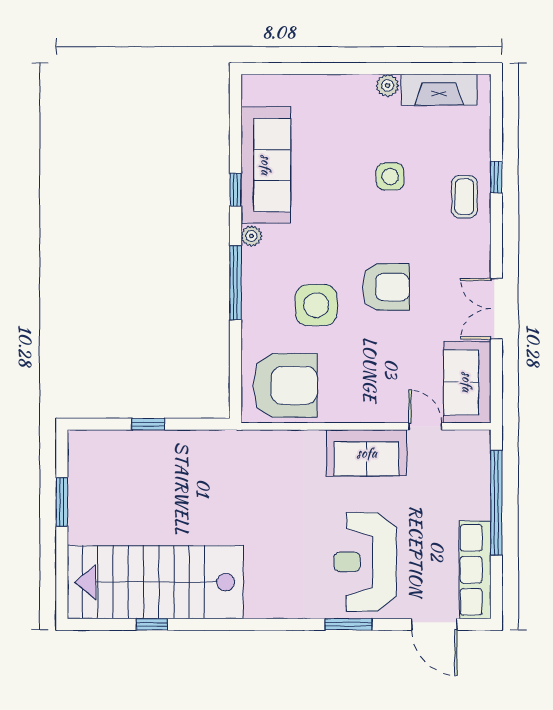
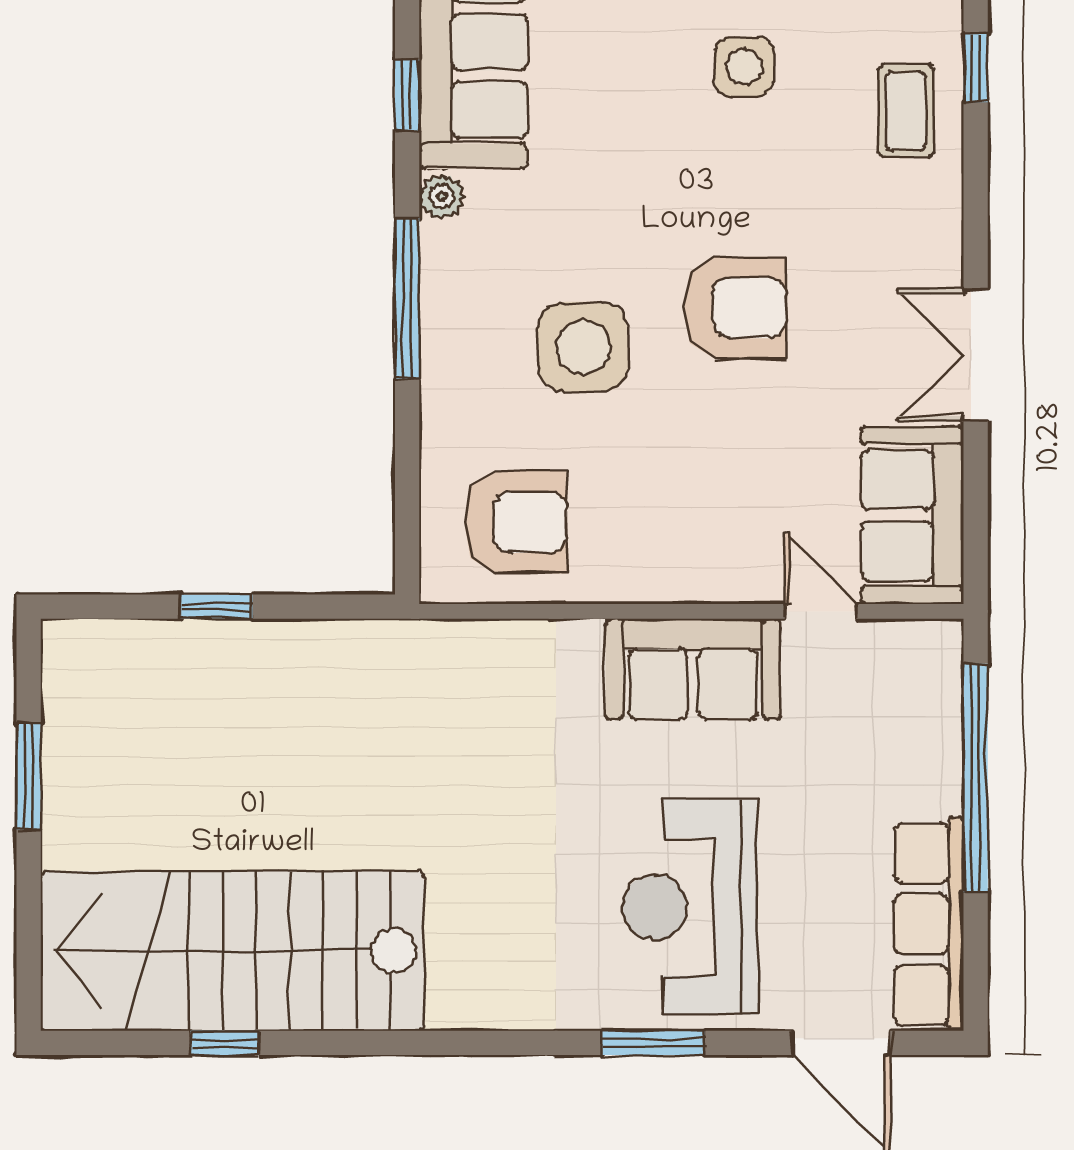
armchair: (285, 385) -> (515, 522), width x0.73, depth x0.73

